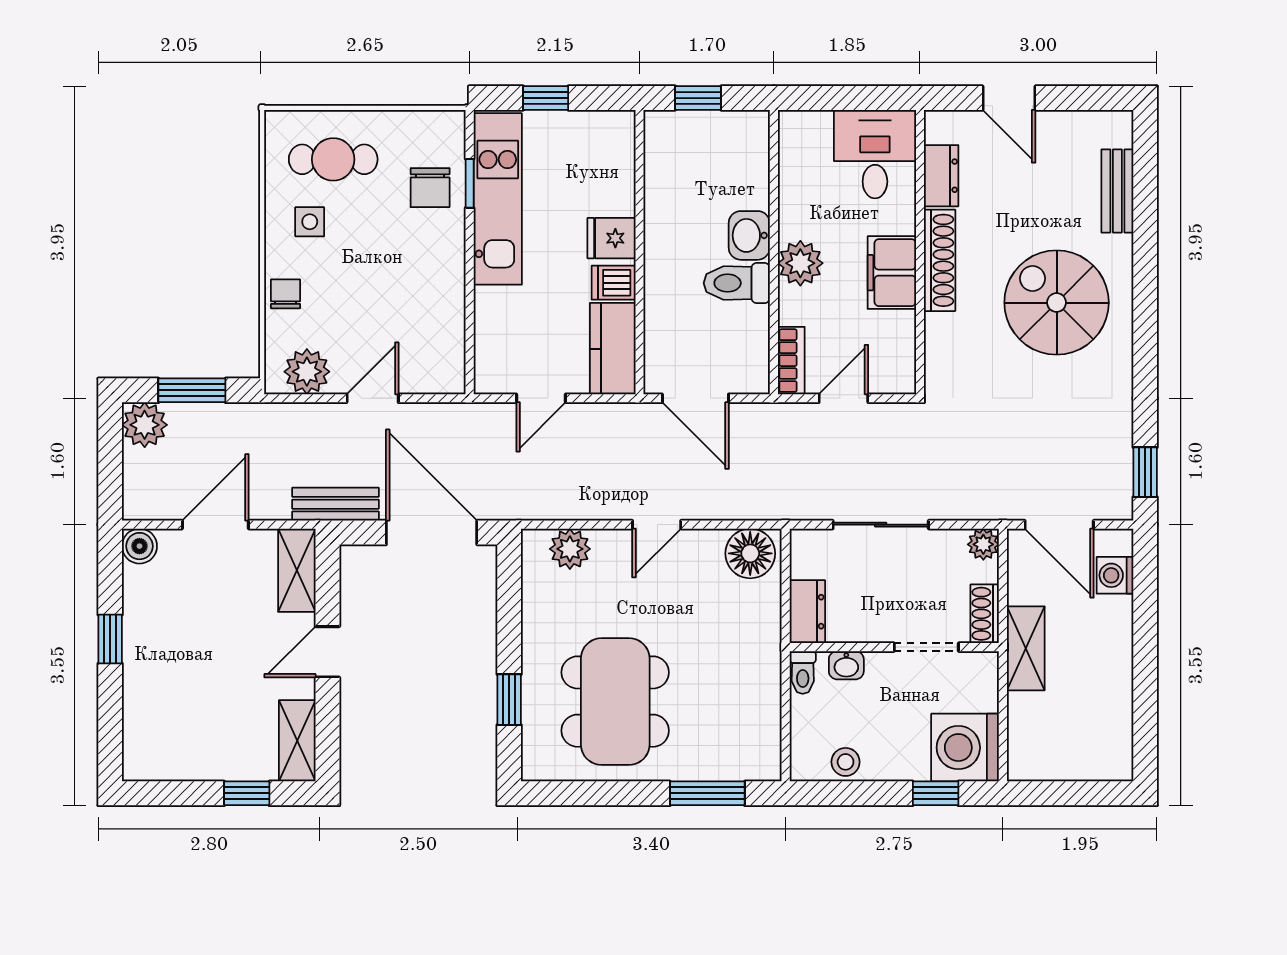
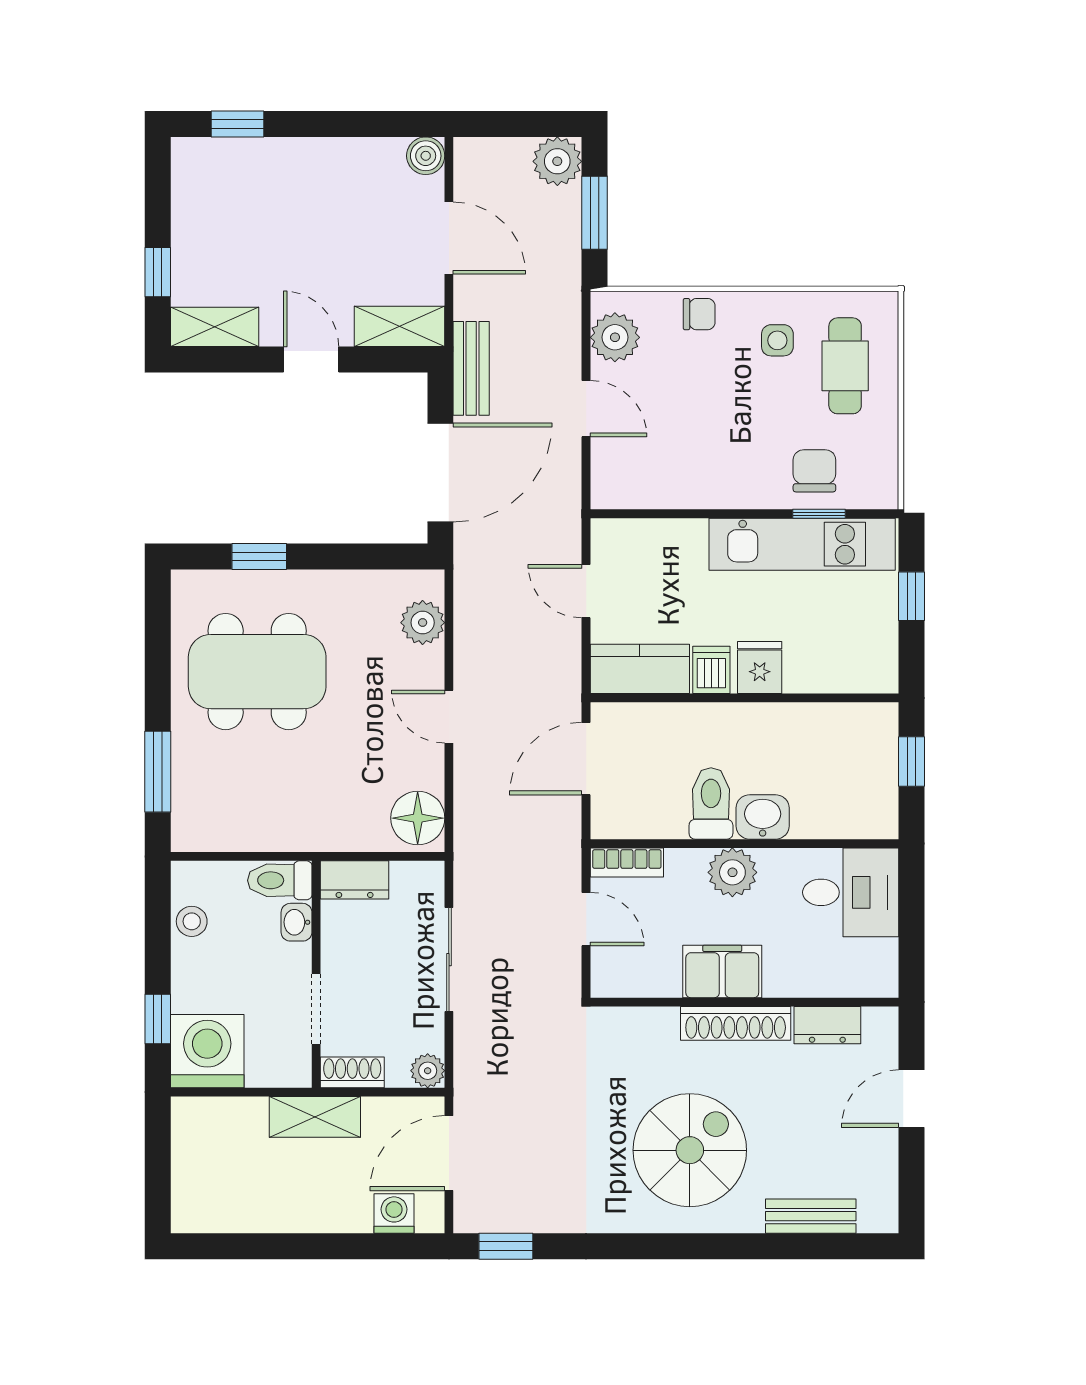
desk: (875, 154) -> (851, 892), moved
chair: (430, 188) -> (814, 471), turned 90
window: (110, 639) -> (238, 124), moved
toilet: (803, 672) -> (280, 880), width x1.37, depth x1.39

